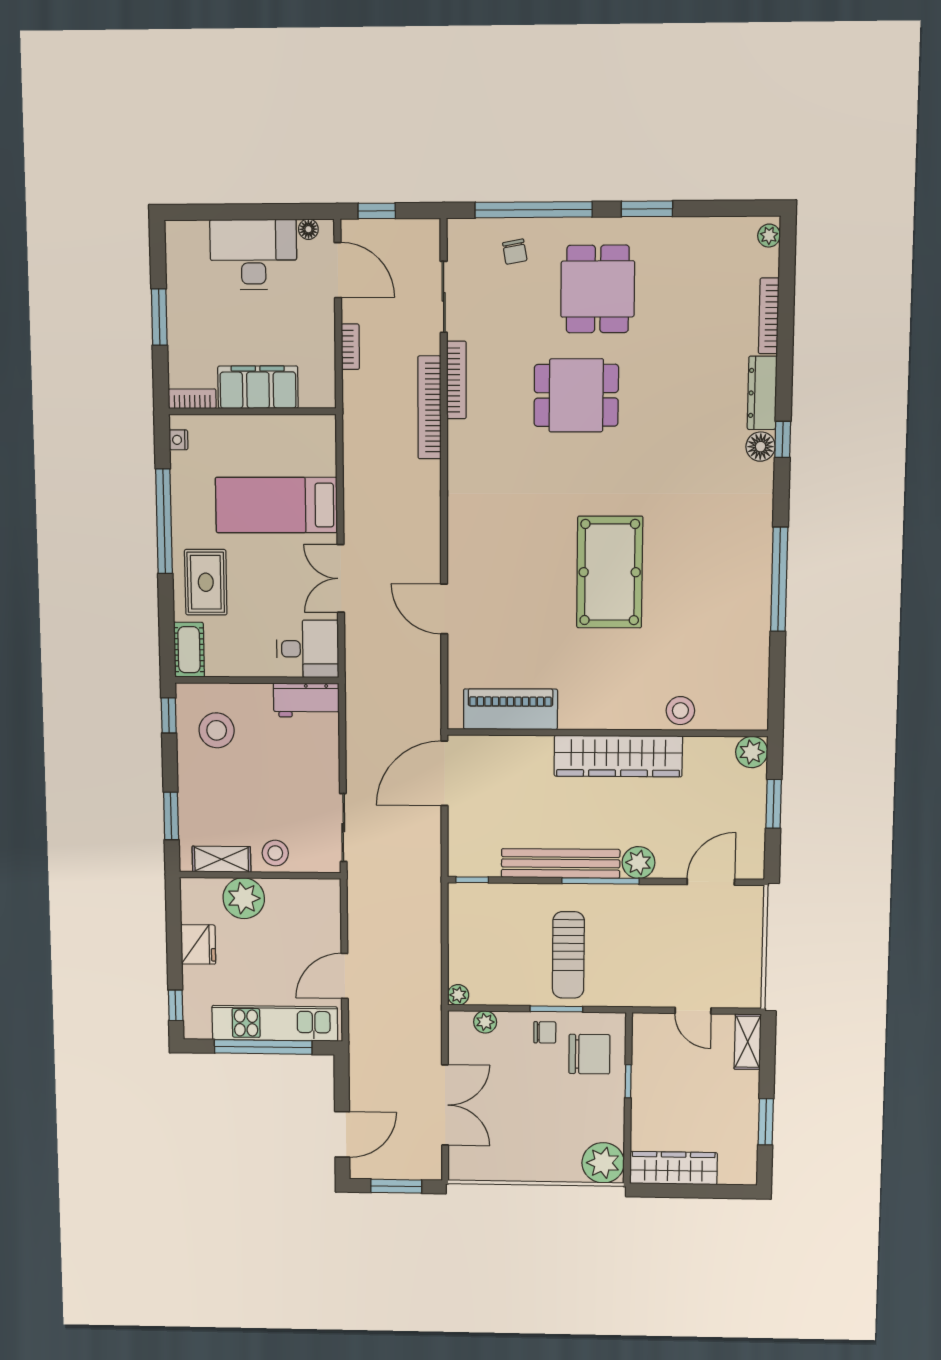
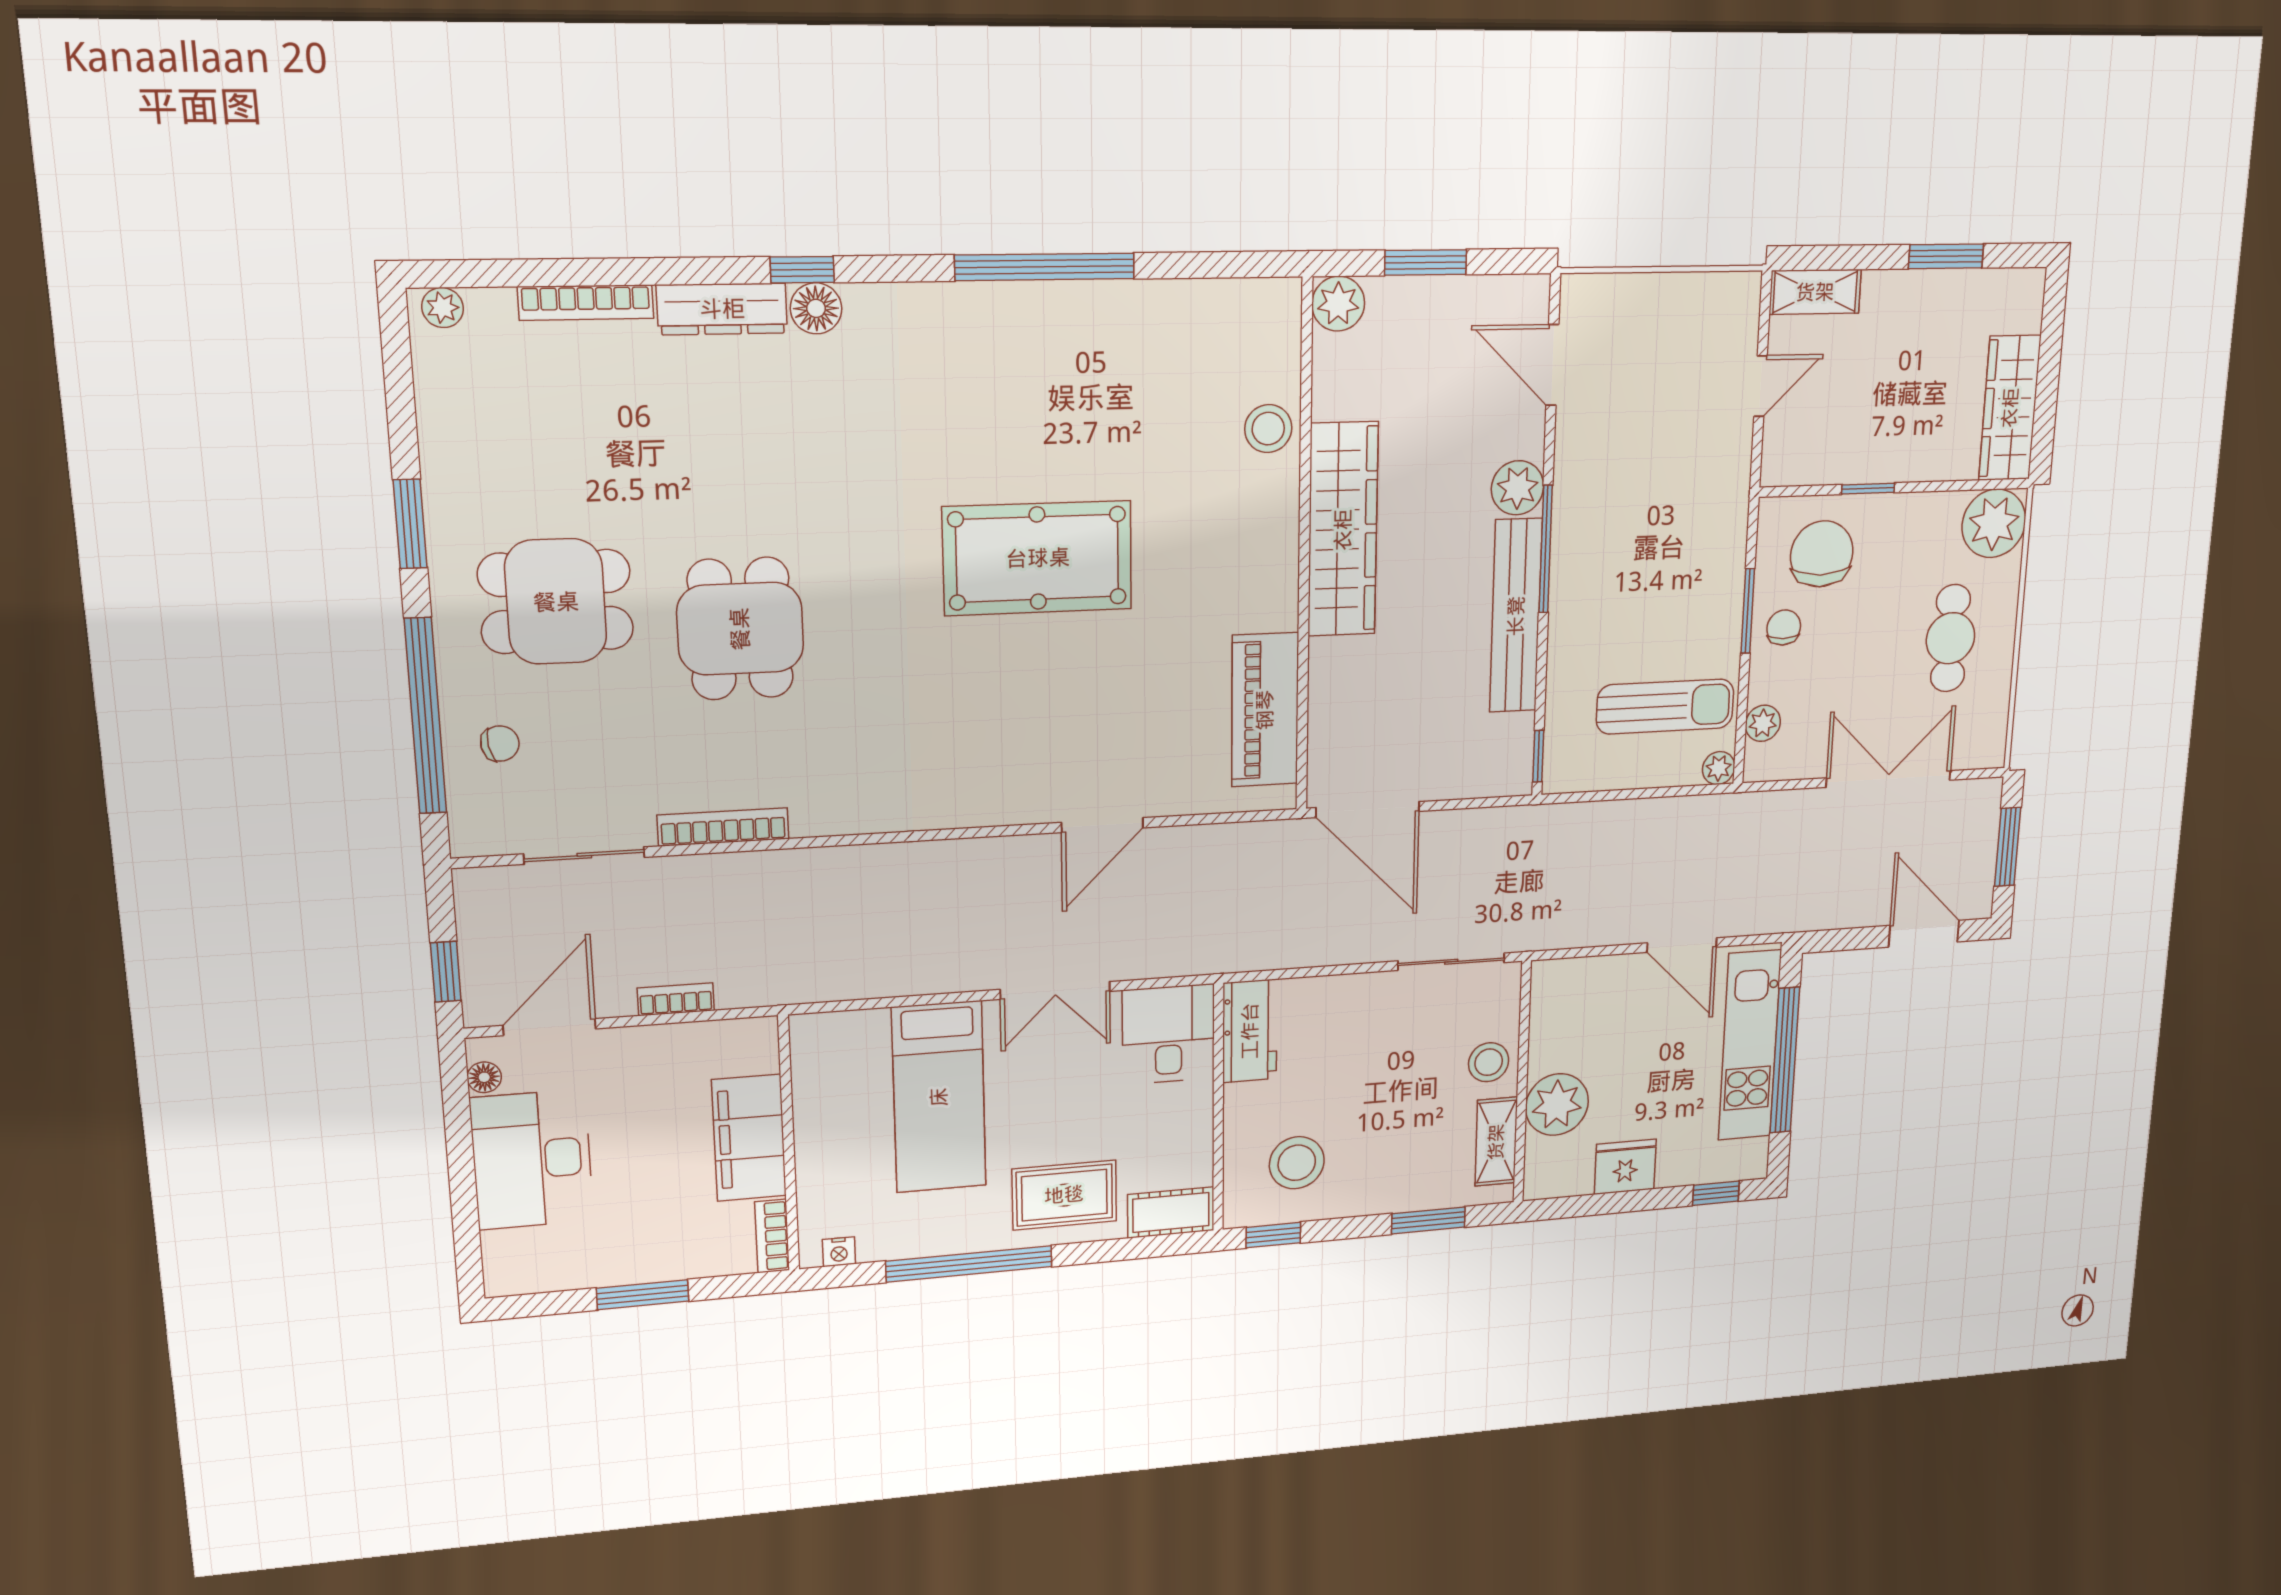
bookcase: (429, 407) -> (771, 868), removed
sun lounger: (568, 955) -> (1665, 707), moved
cafe table: (533, 1140) -> (1950, 638), added

